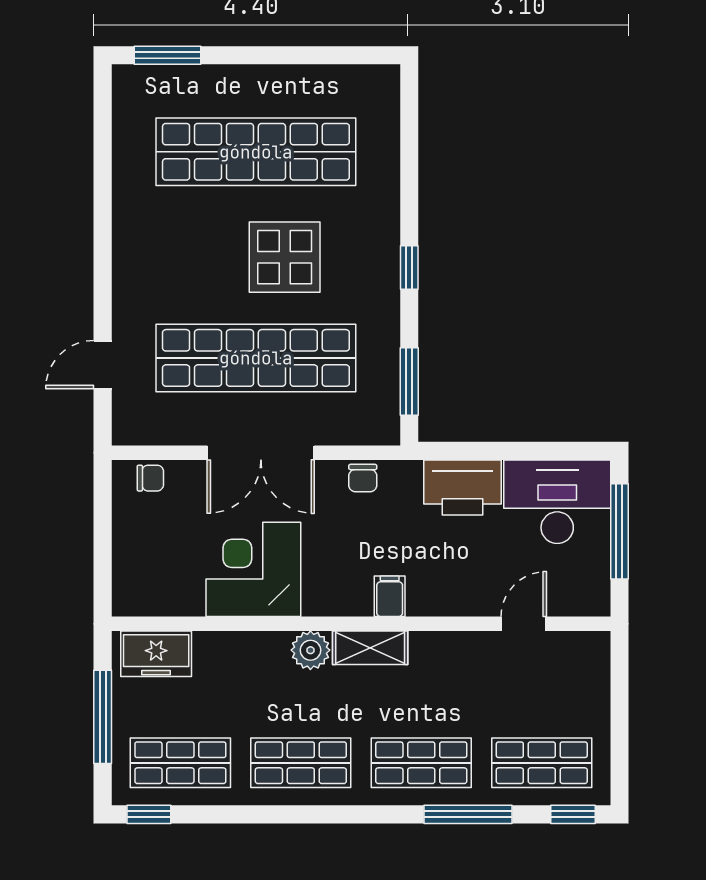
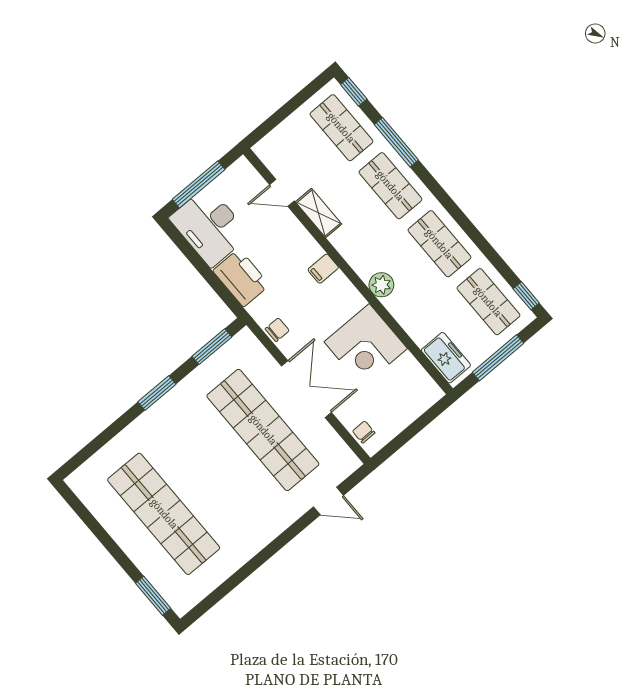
display table: (285, 257) -> (203, 457), removed
window: (409, 267) -> (157, 393), width x1.50
shelving: (370, 648) -> (319, 213), moved

